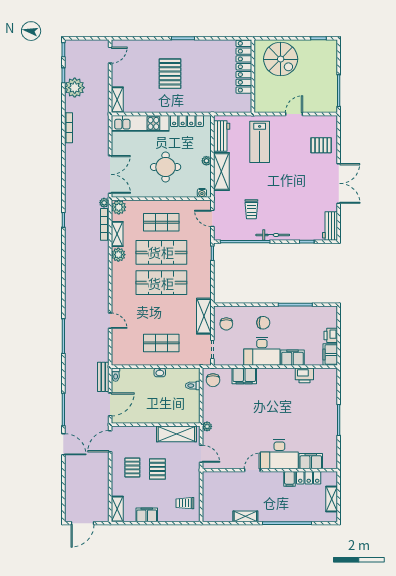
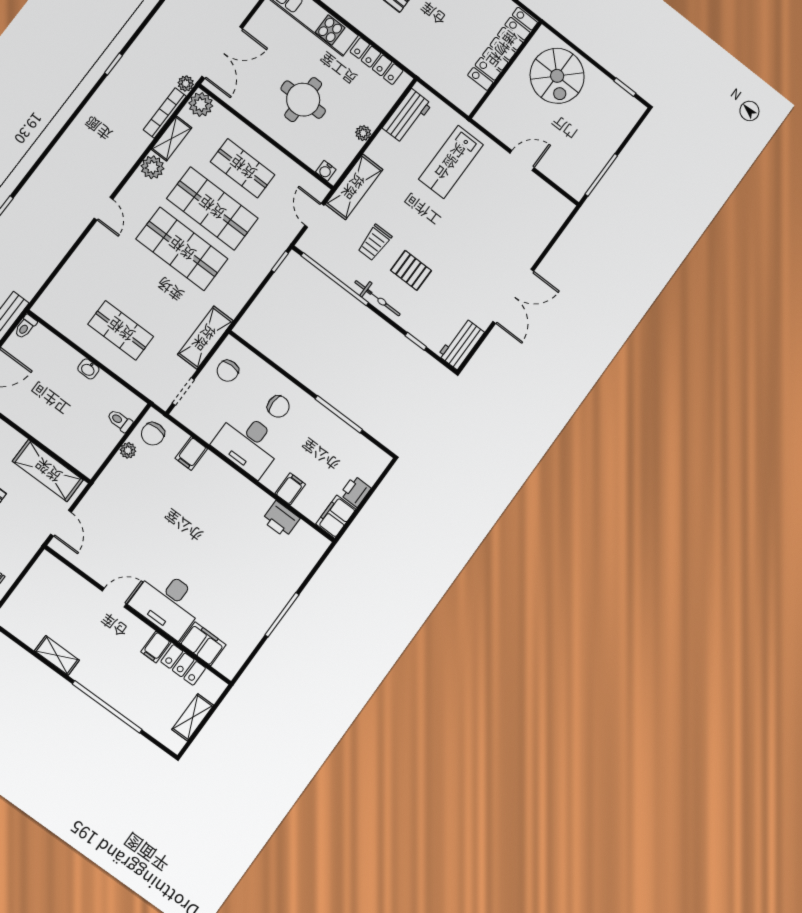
pallet: (321, 145) -> (411, 270), moved
shelving: (221, 171) -> (354, 187), moved
door: (110, 321) -> (103, 209), moved
filing cabinet: (292, 358) -> (290, 489), width x0.50
filing cabinet: (244, 376) -> (191, 454), width x0.50
plant: (207, 426) -> (128, 450), moved

